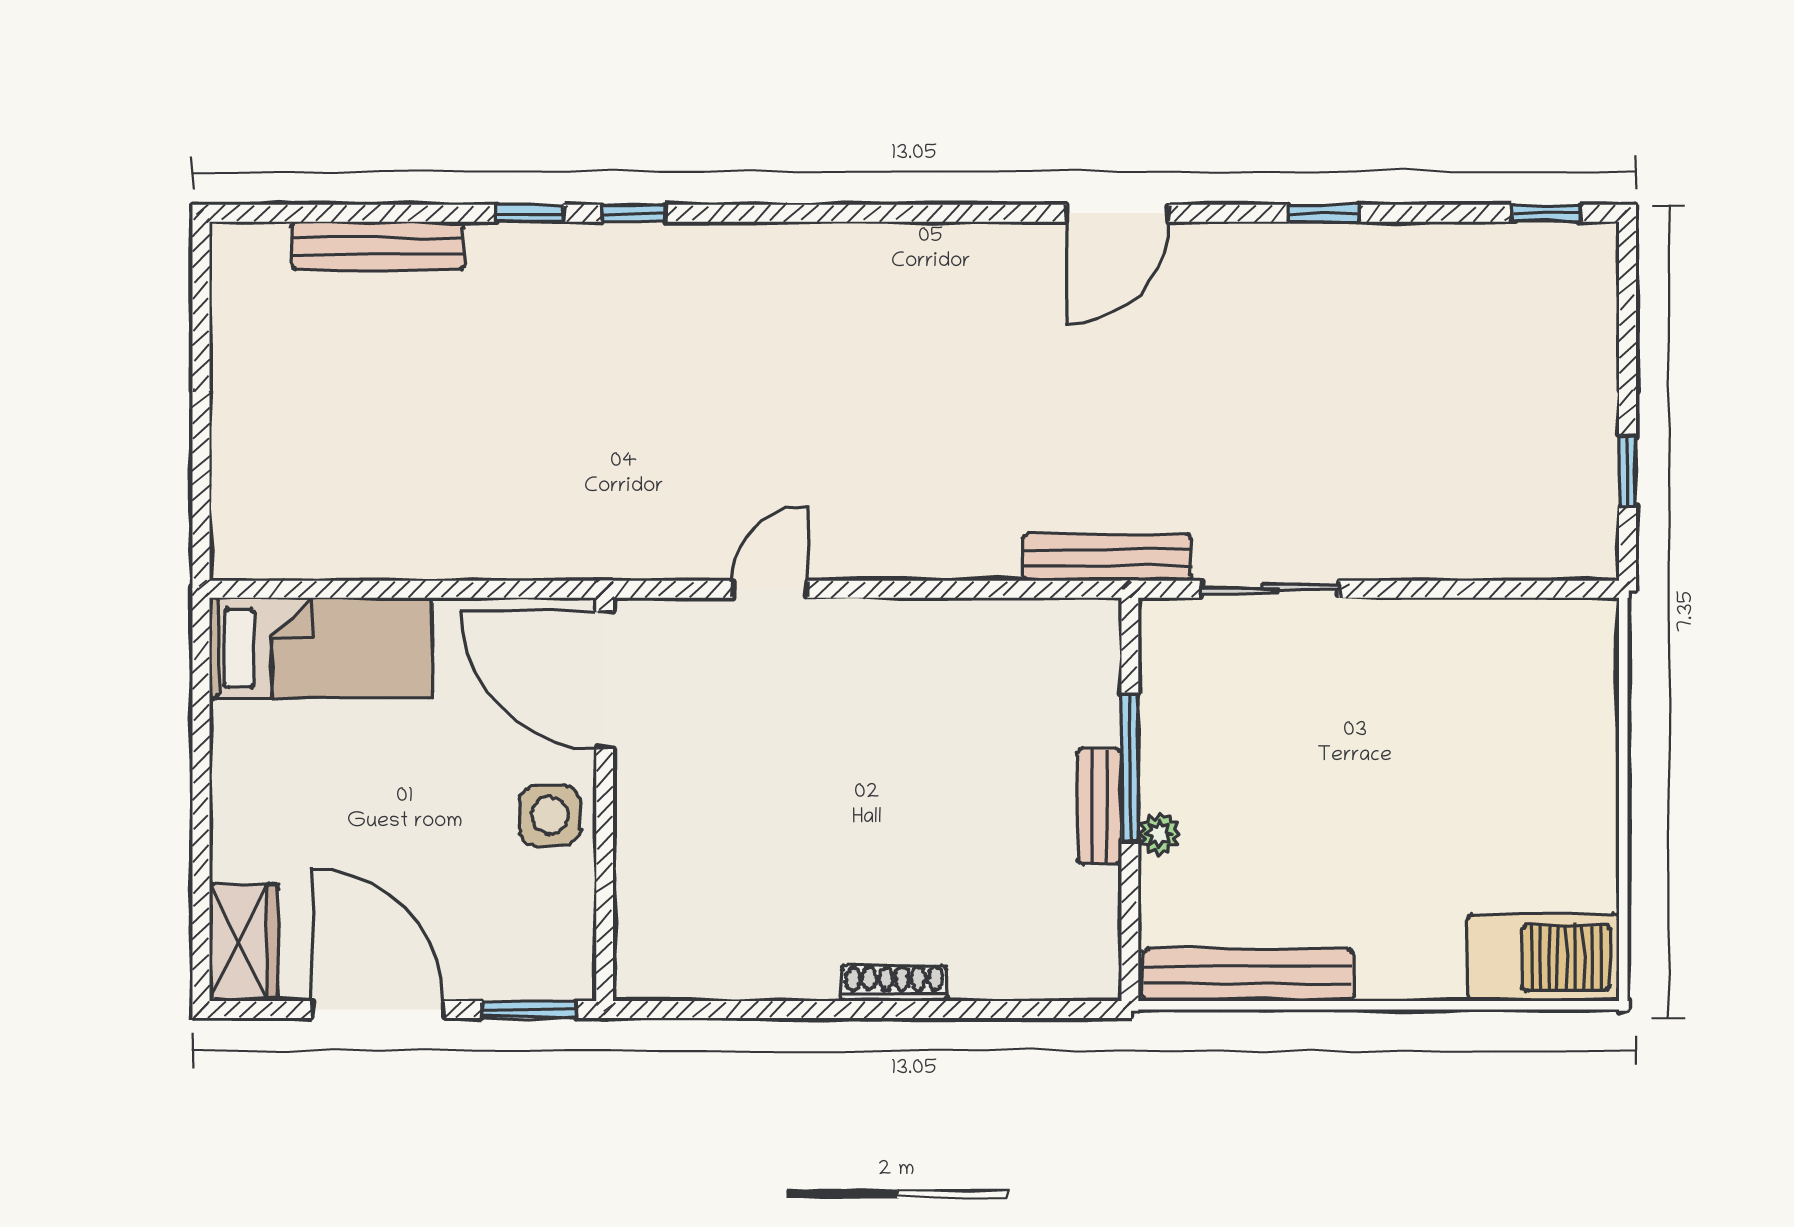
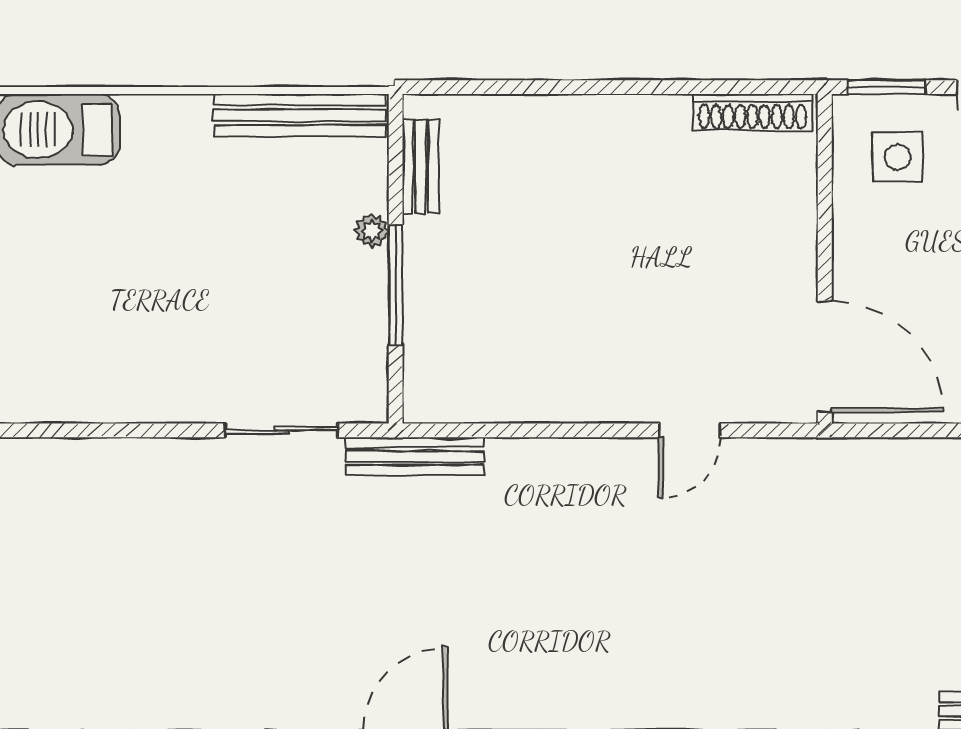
bench: (1100, 806) -> (420, 166), moved
side table: (550, 815) -> (898, 157), moved
shoe rack: (894, 983) -> (752, 112), moved, width x1.36, depth x1.24

